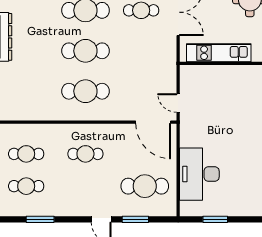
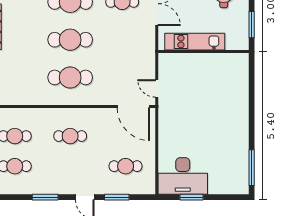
desk: (199, 174) -> (183, 176), moved, turned -90
cafe table: (145, 186) -> (126, 166), width x0.73, depth x0.74
window: (40, 219) -> (45, 197), moved

